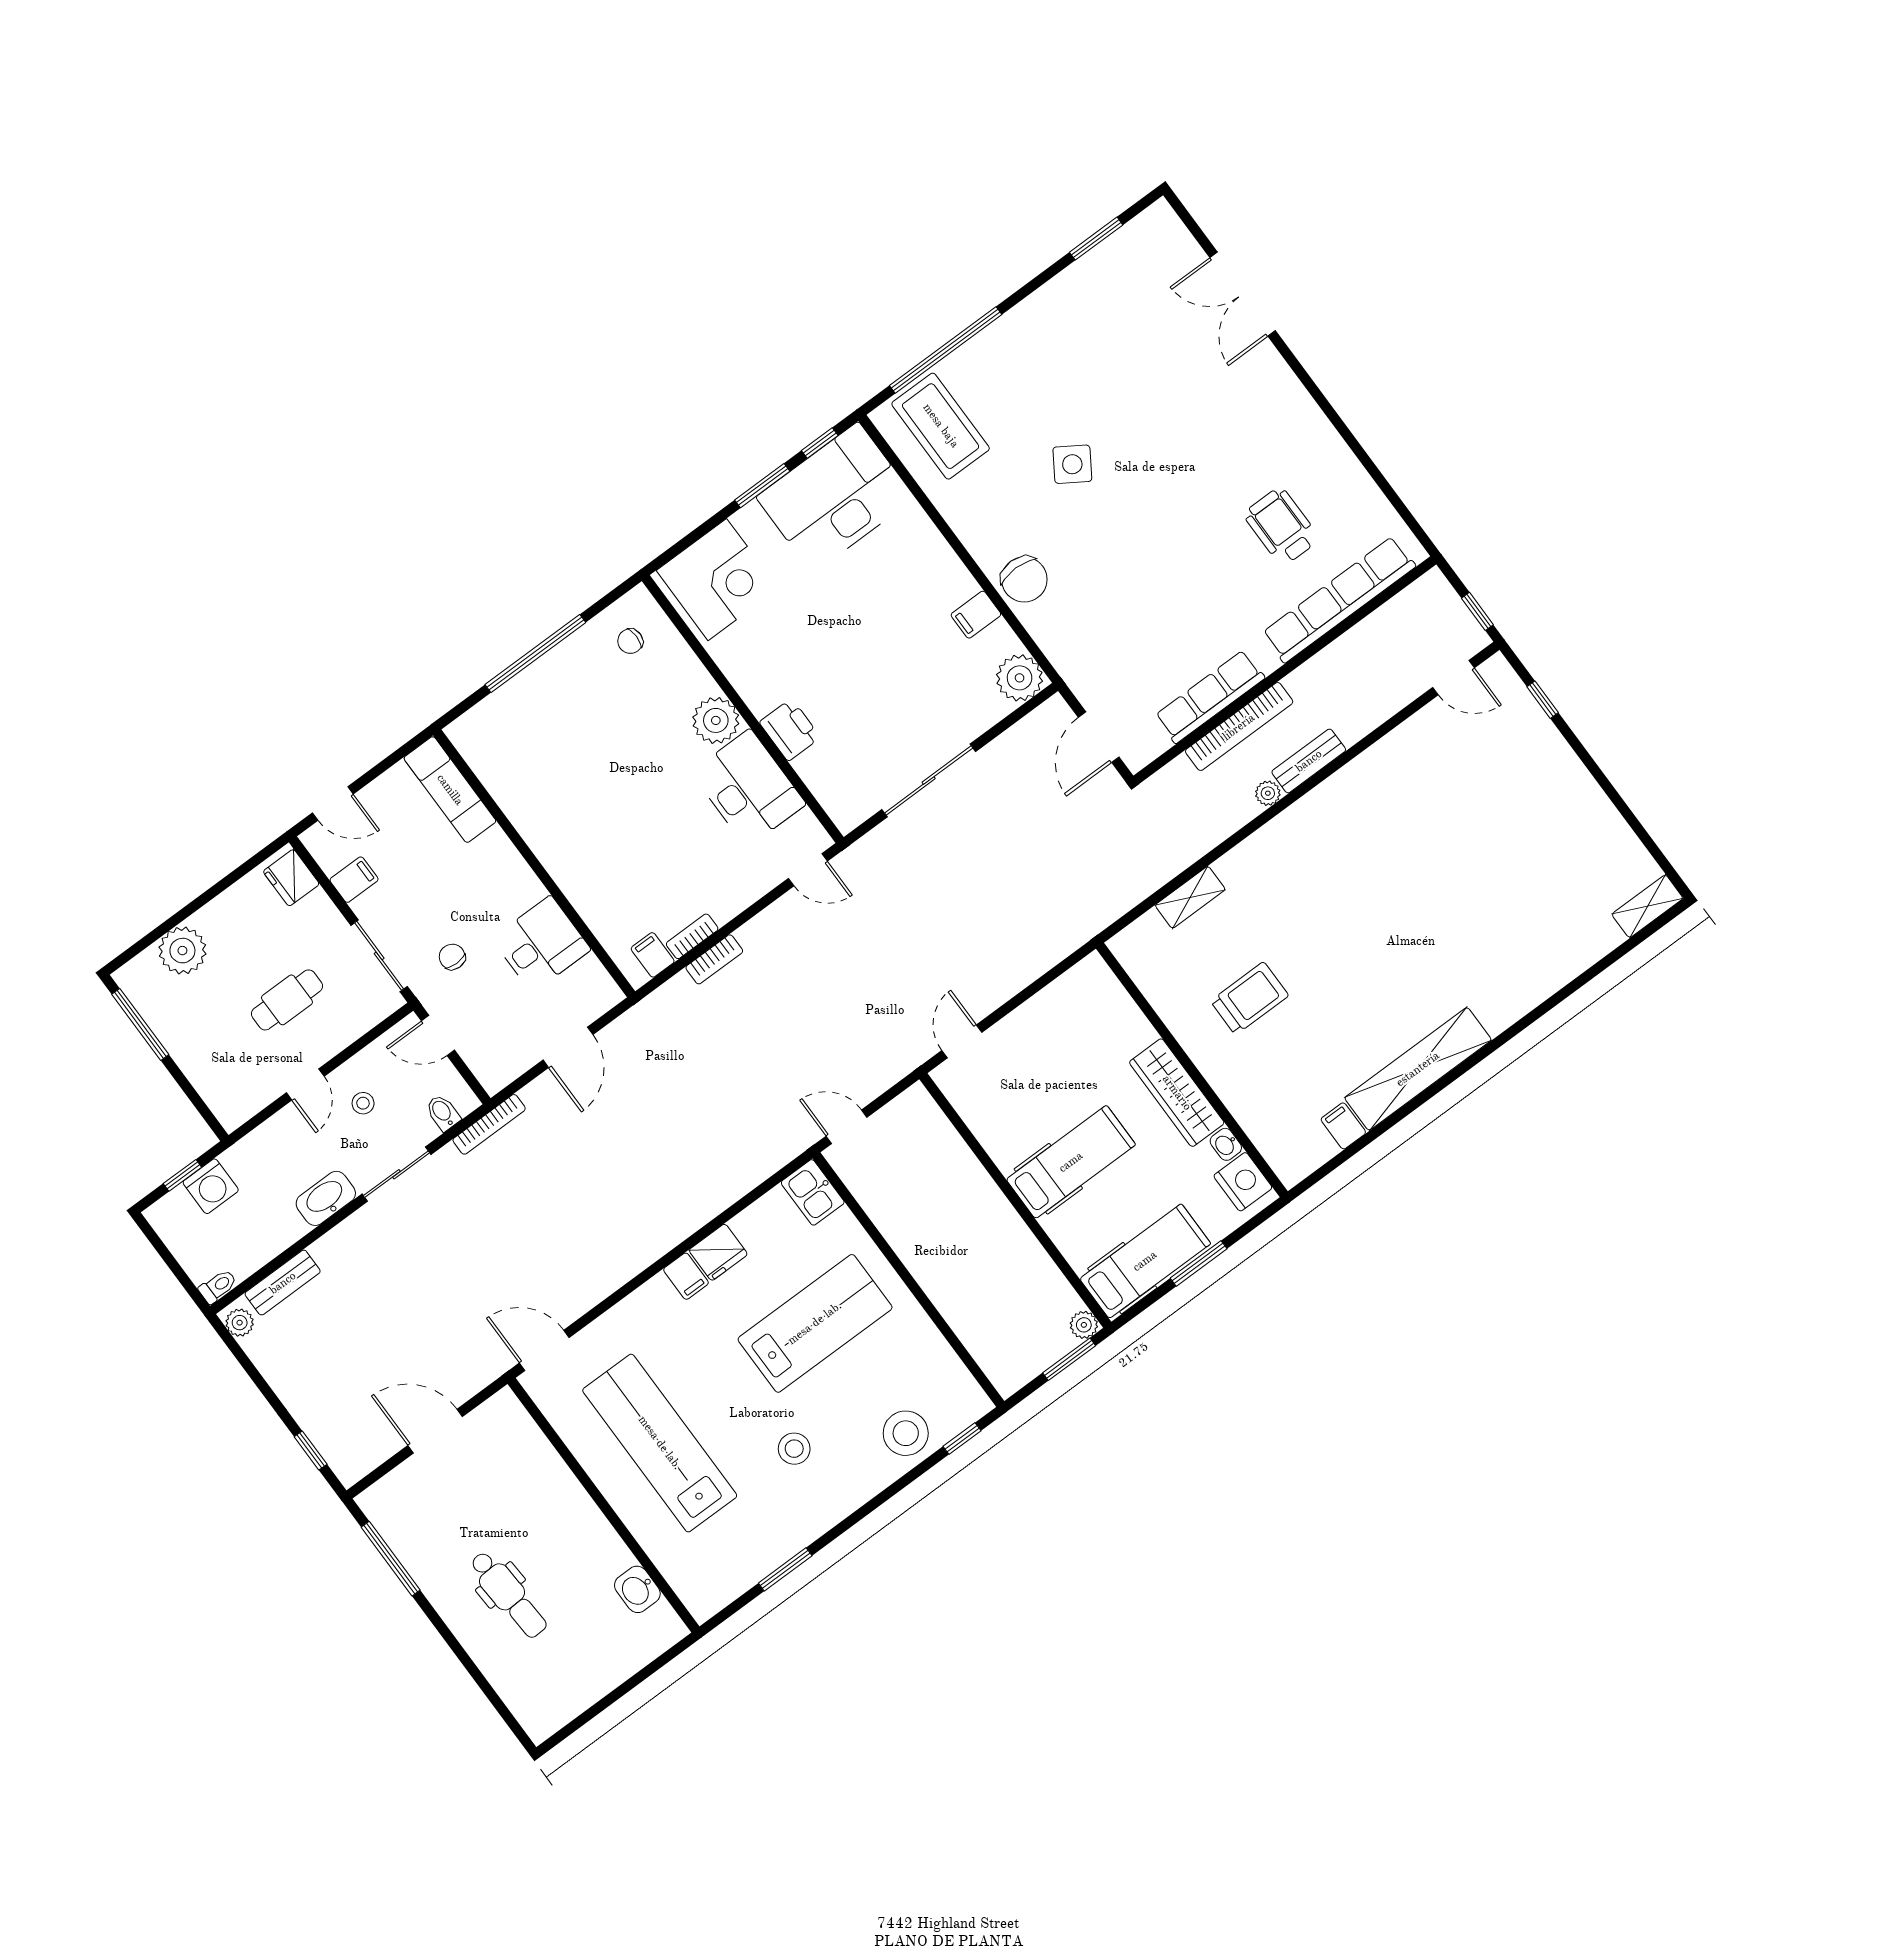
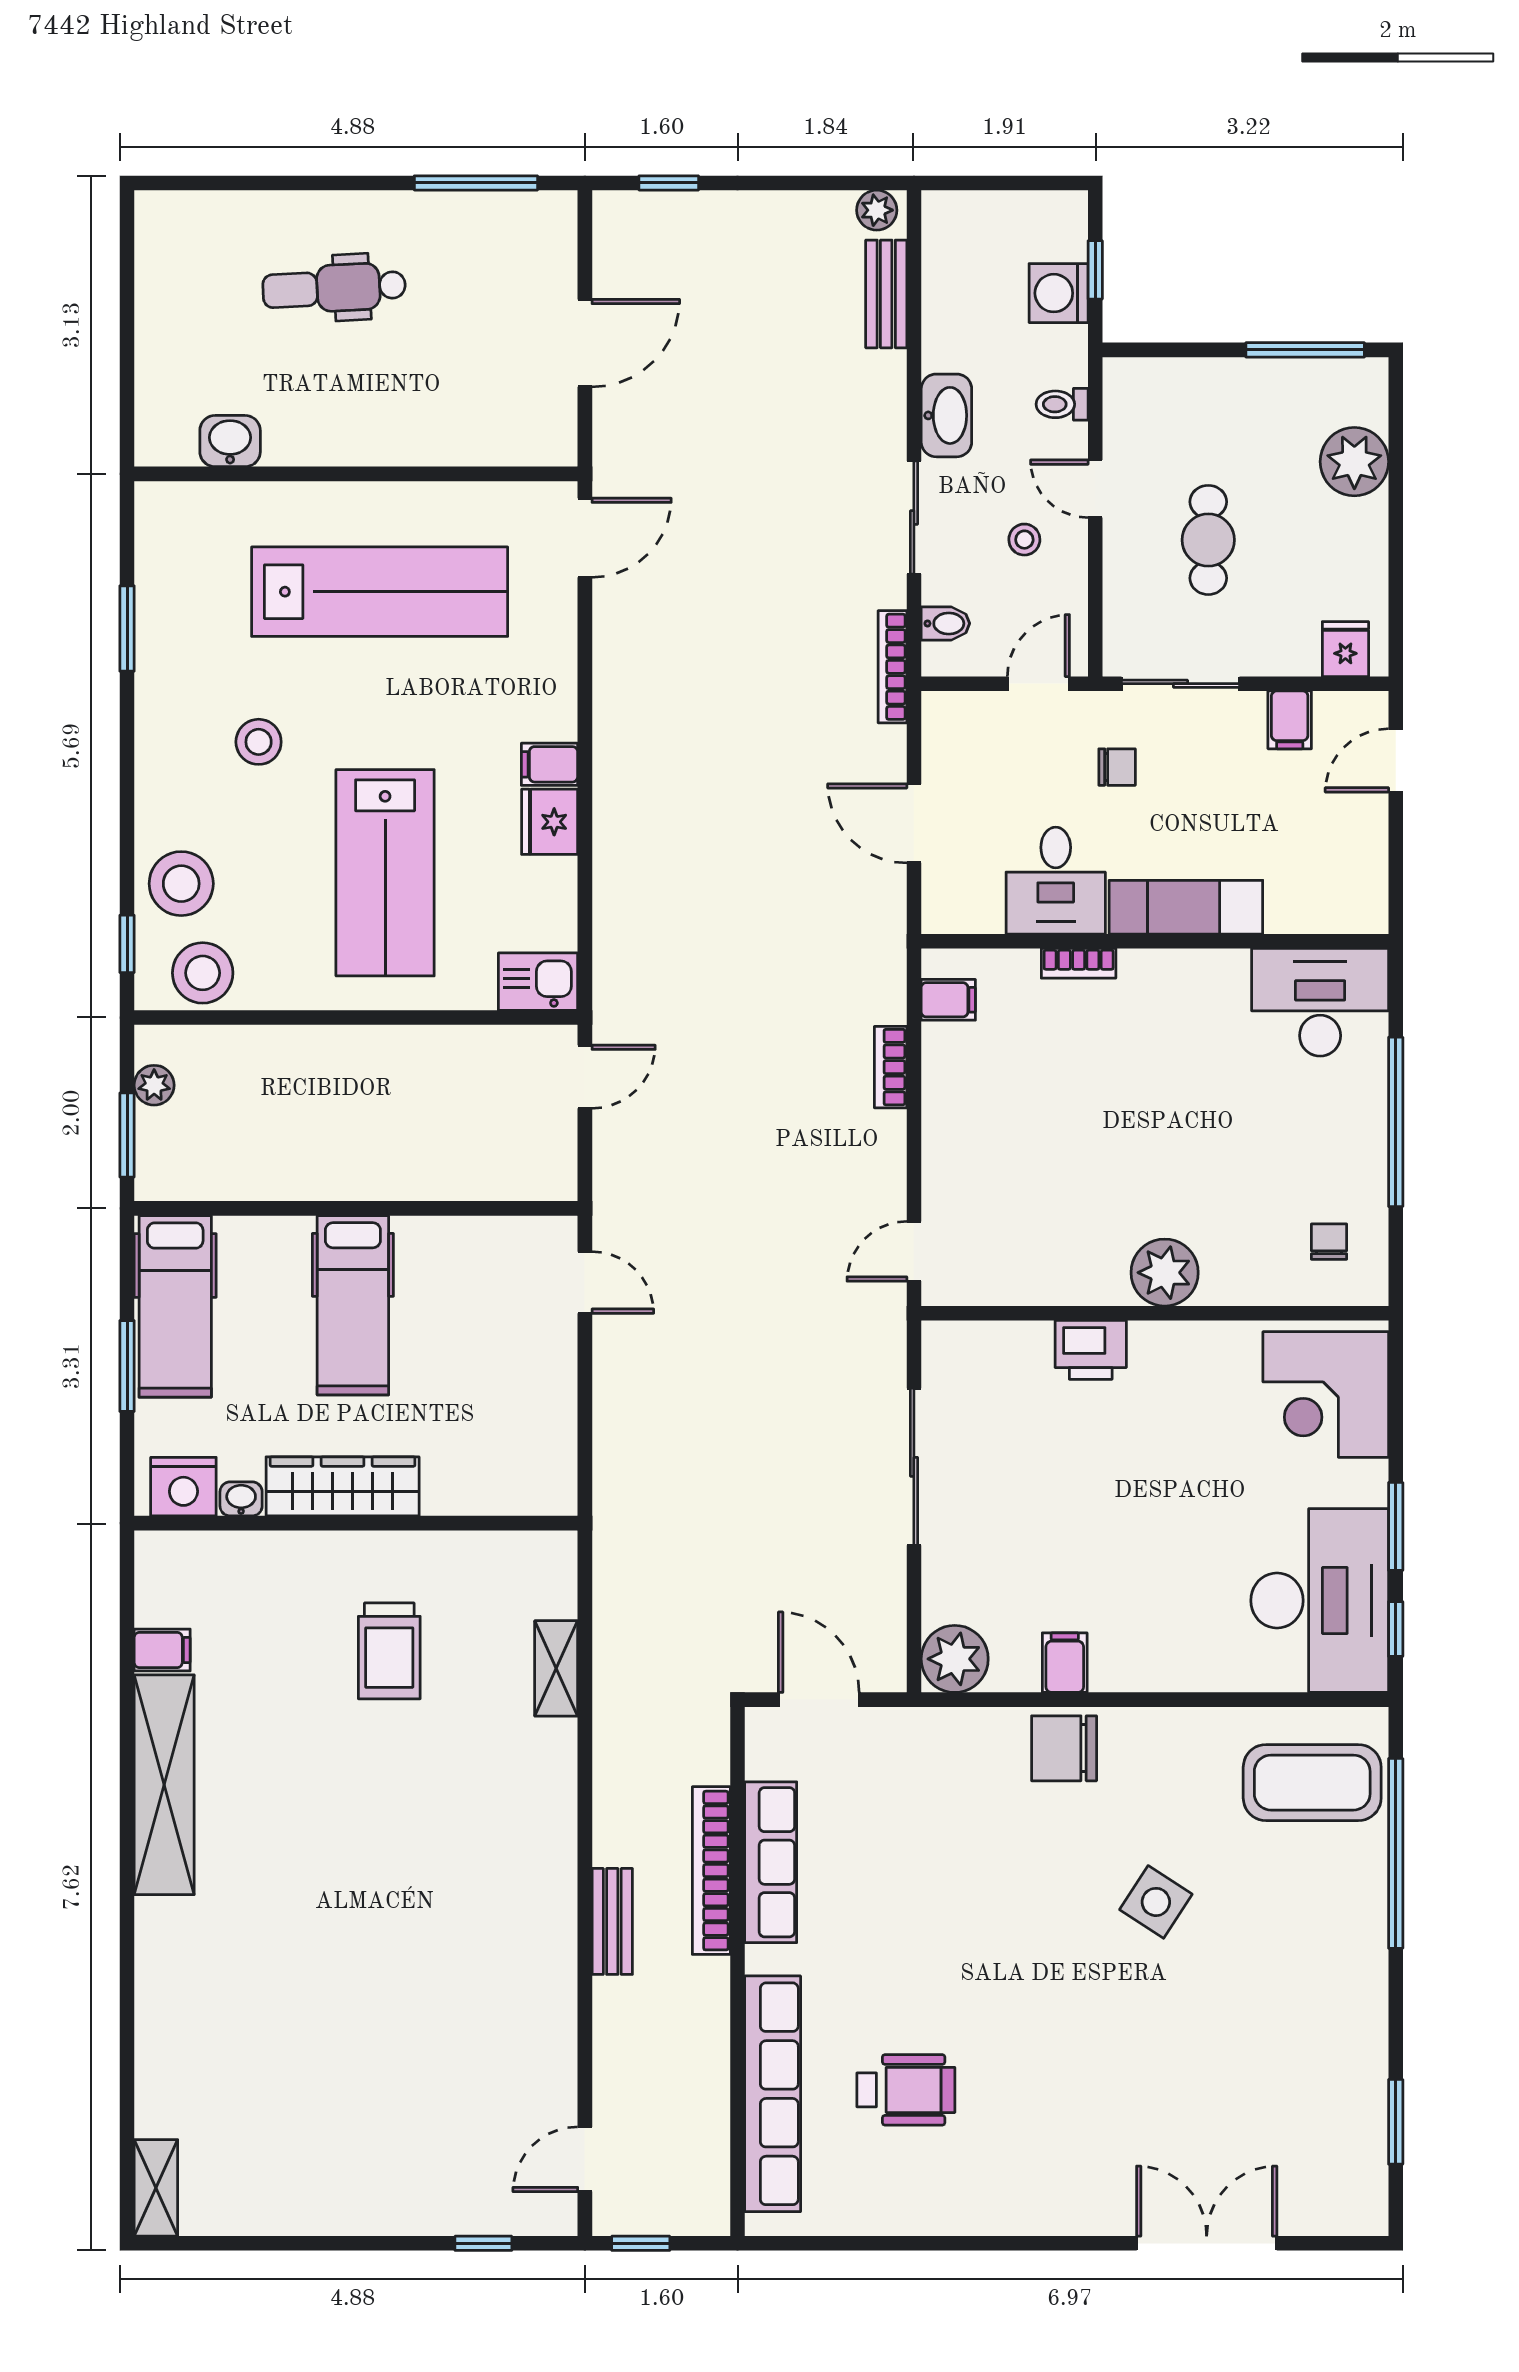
desk: (748, 788) -> (1320, 1002), moved, turned 180
exam couch: (450, 790) -> (1186, 907), moved
plant: (1268, 793) -> (610, 1847), removed
fridge: (291, 878) -> (1345, 649), width x0.72
bookcase: (692, 936) -> (1079, 963), moved, turned 90
toilet: (218, 1286) -> (1062, 404), moved, turned 90
plant: (1084, 1325) -> (154, 1085), moved
stool: (947, 1384) -> (203, 973), added

